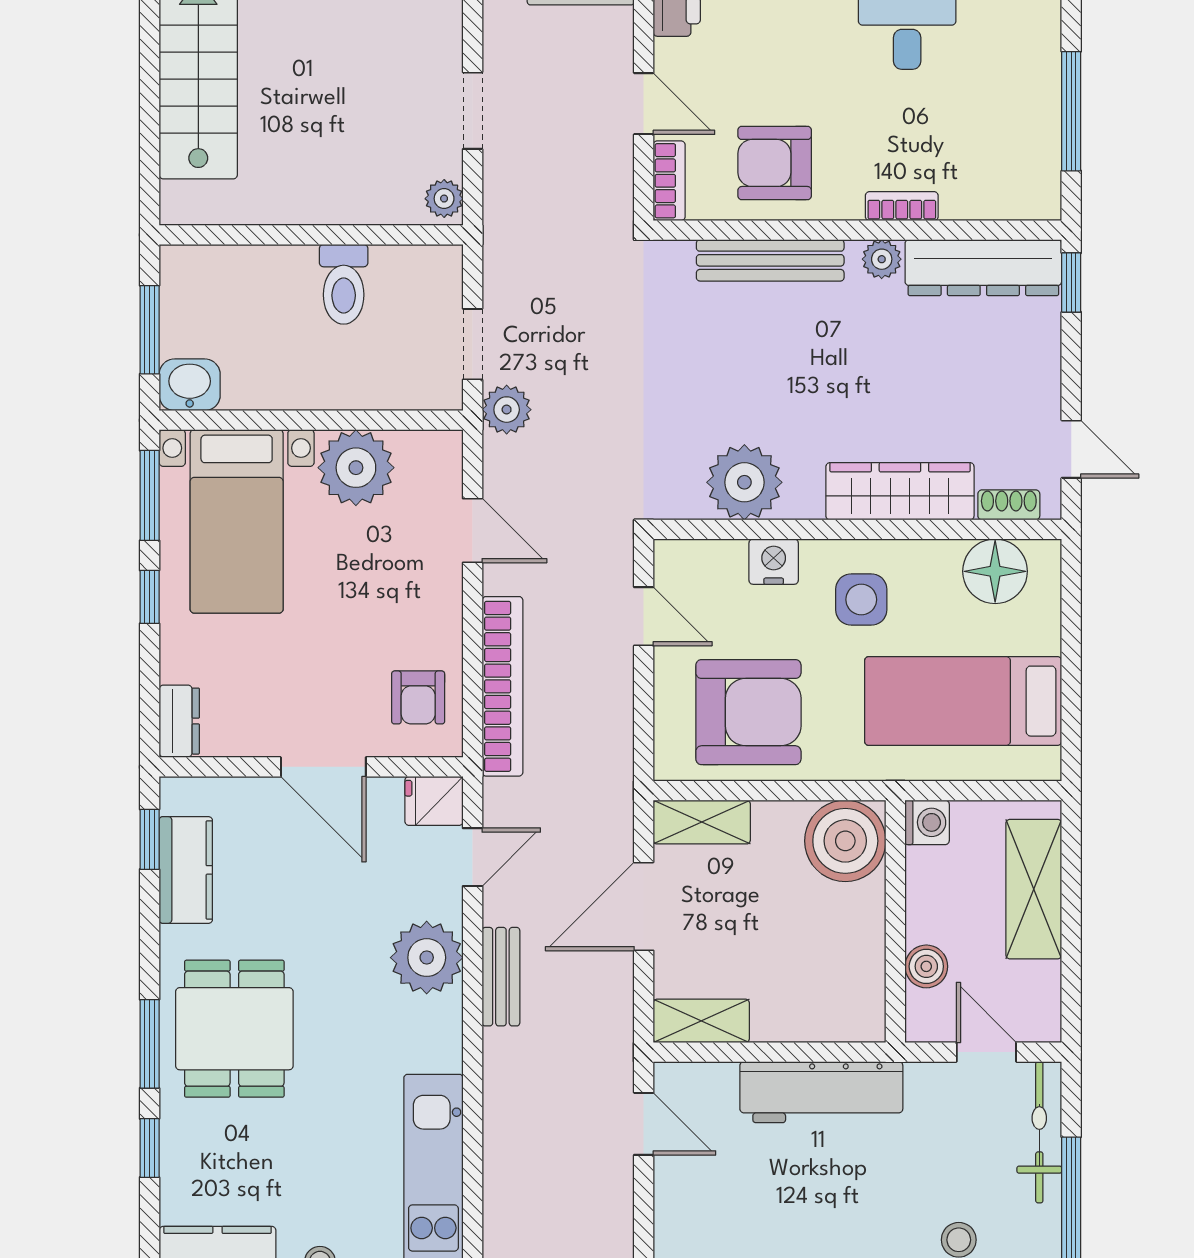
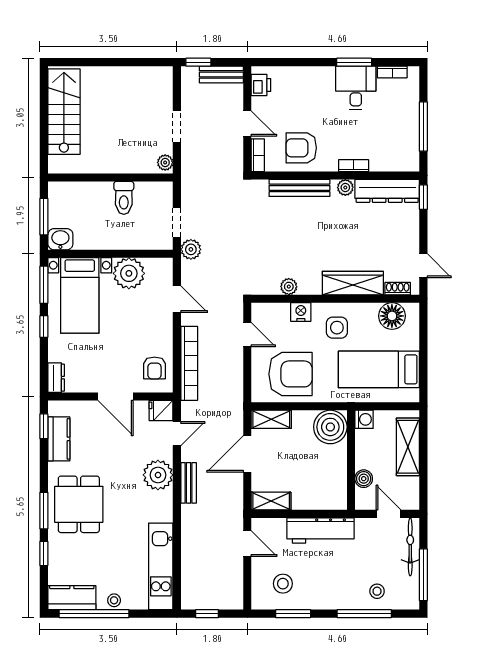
plant: (744, 482) -> (289, 287), width x0.53, depth x0.53
stool: (730, 1221) -> (283, 584), added

